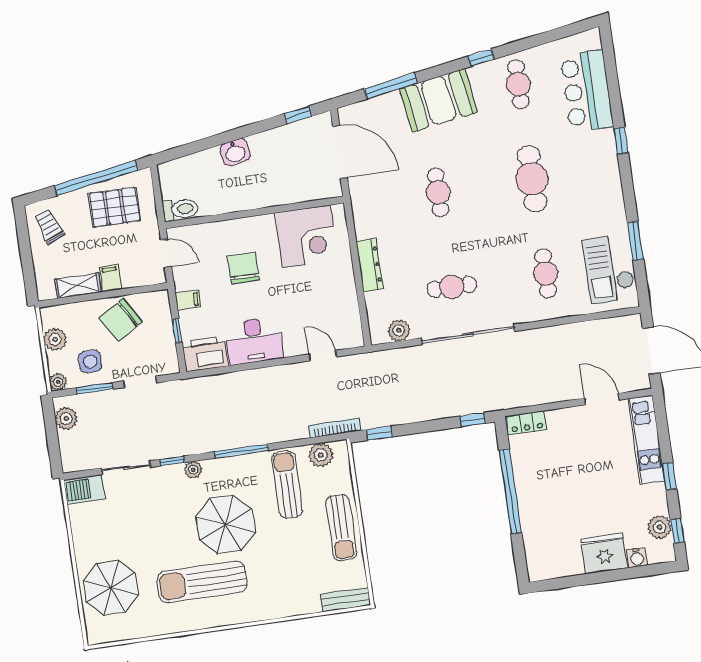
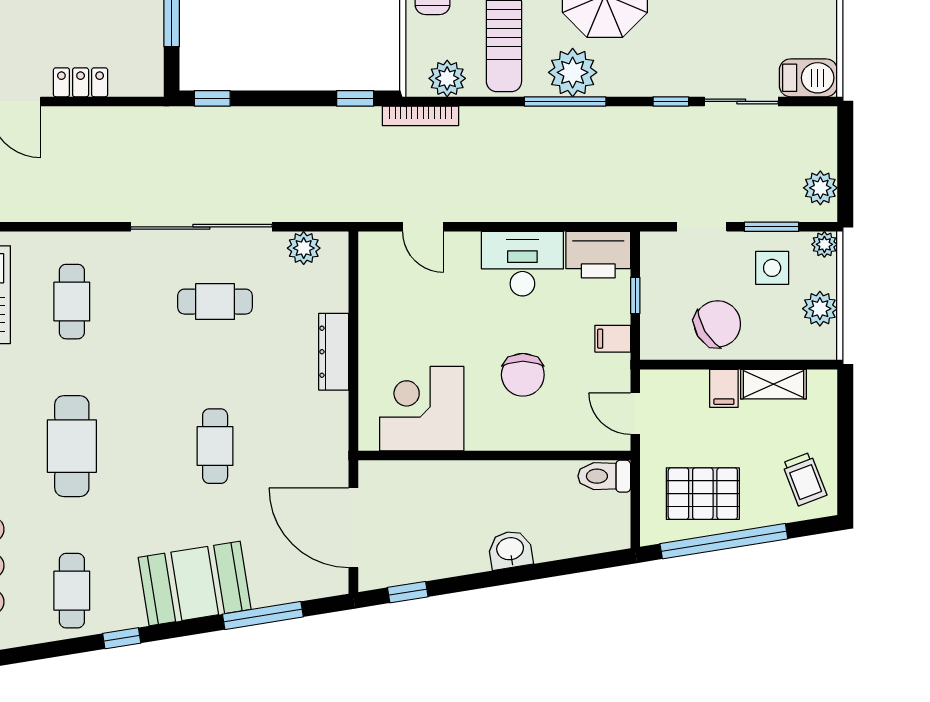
locker: (527, 423) -> (81, 82), moved
plant: (193, 470) -> (573, 72), moved, width x1.88, depth x1.88

